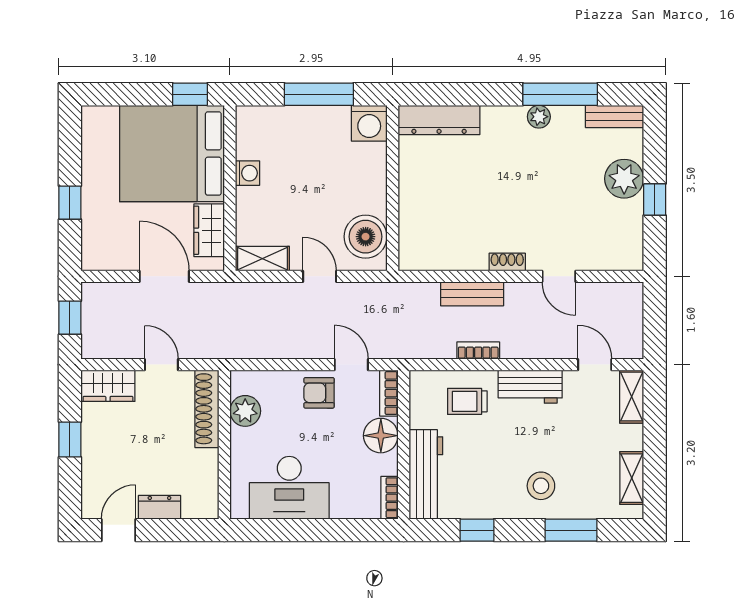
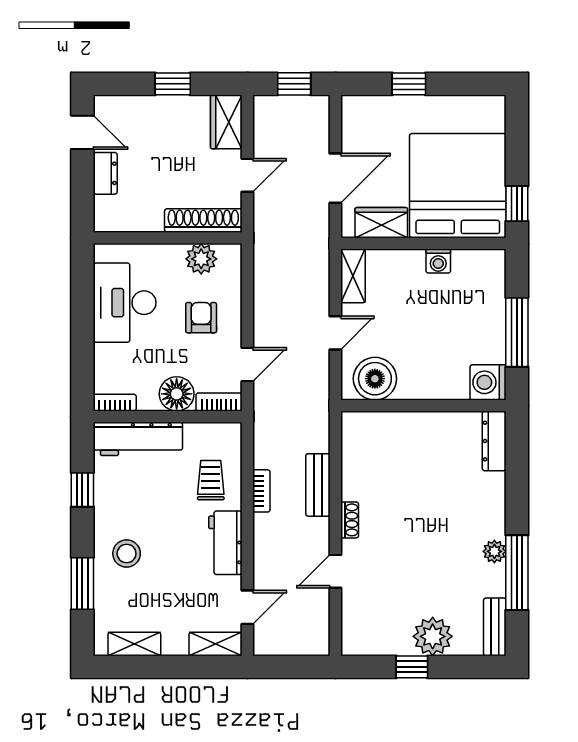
dresser: (439, 120) -> (494, 441), width x0.73, depth x0.80
armchair: (319, 393) -> (201, 318), moved

